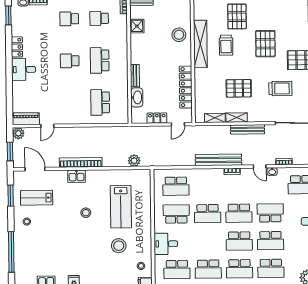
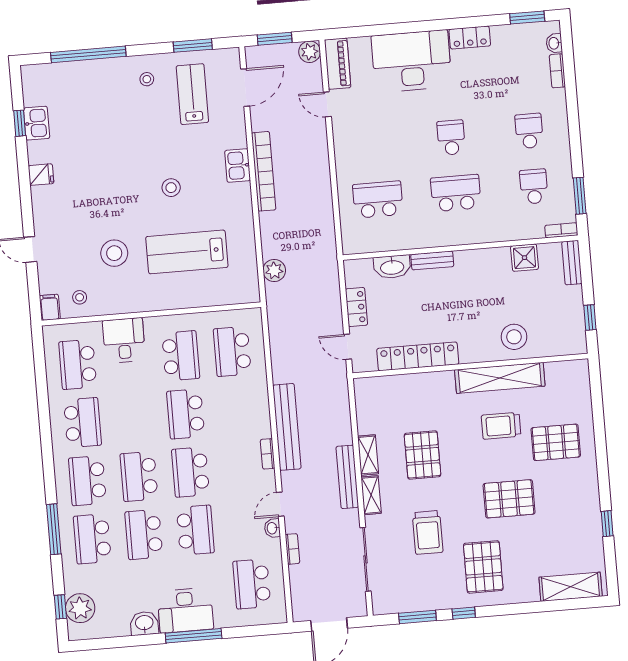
desk: (24, 69) -> (412, 61), width x1.87, depth x1.30
shelving: (215, 118) -> (371, 495), moved
school desk: (208, 269) -> (83, 423), turned 180

